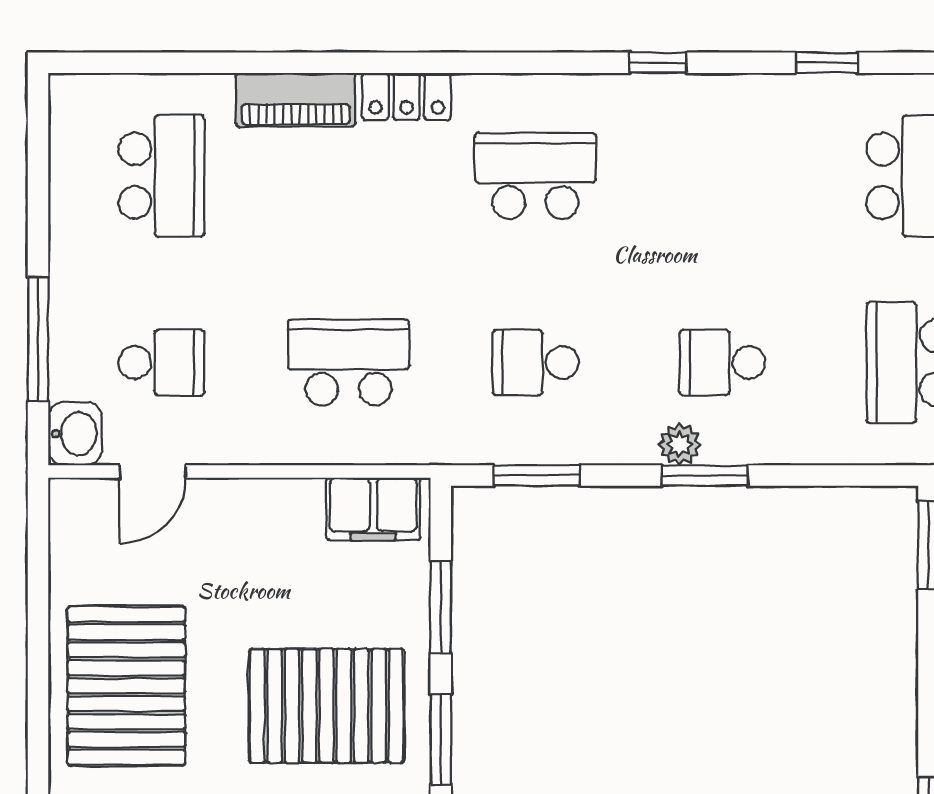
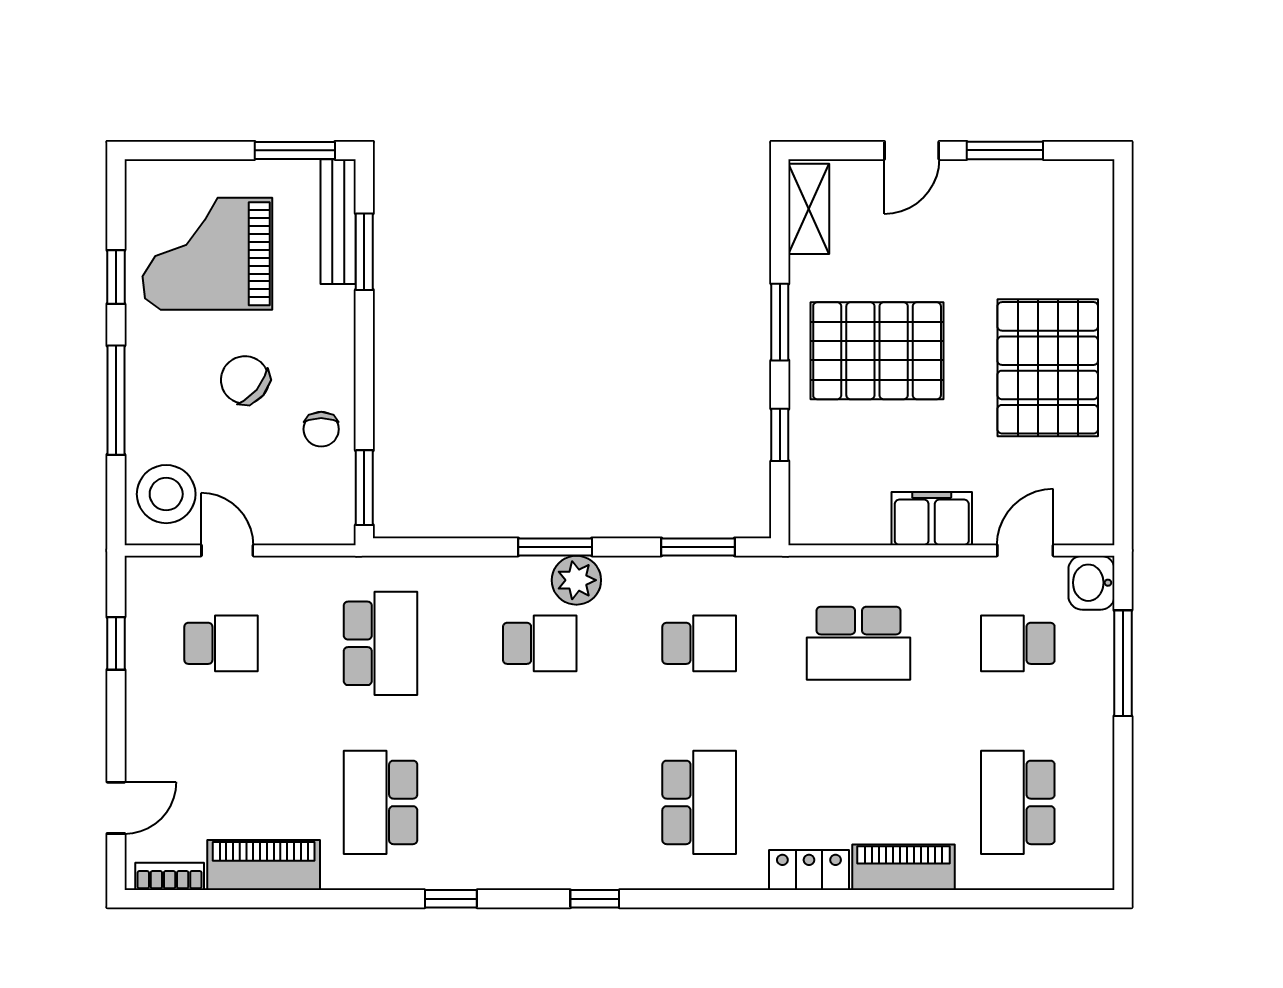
school desk: (535, 176) -> (699, 802), turned -90
plant: (679, 444) -> (576, 580), width x1.38, depth x1.38
filing cabinet: (373, 509) -> (932, 519), moved
window: (441, 607) -> (780, 435), width x0.67

